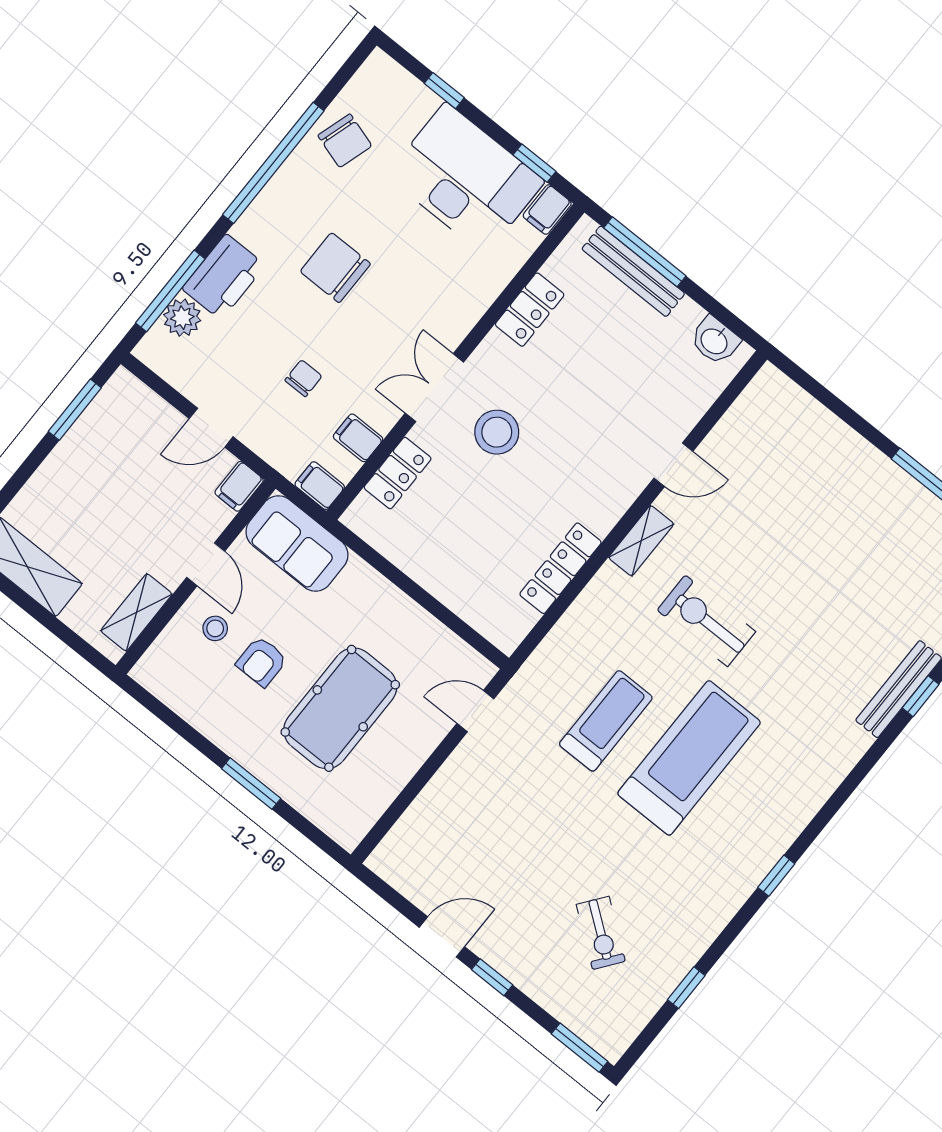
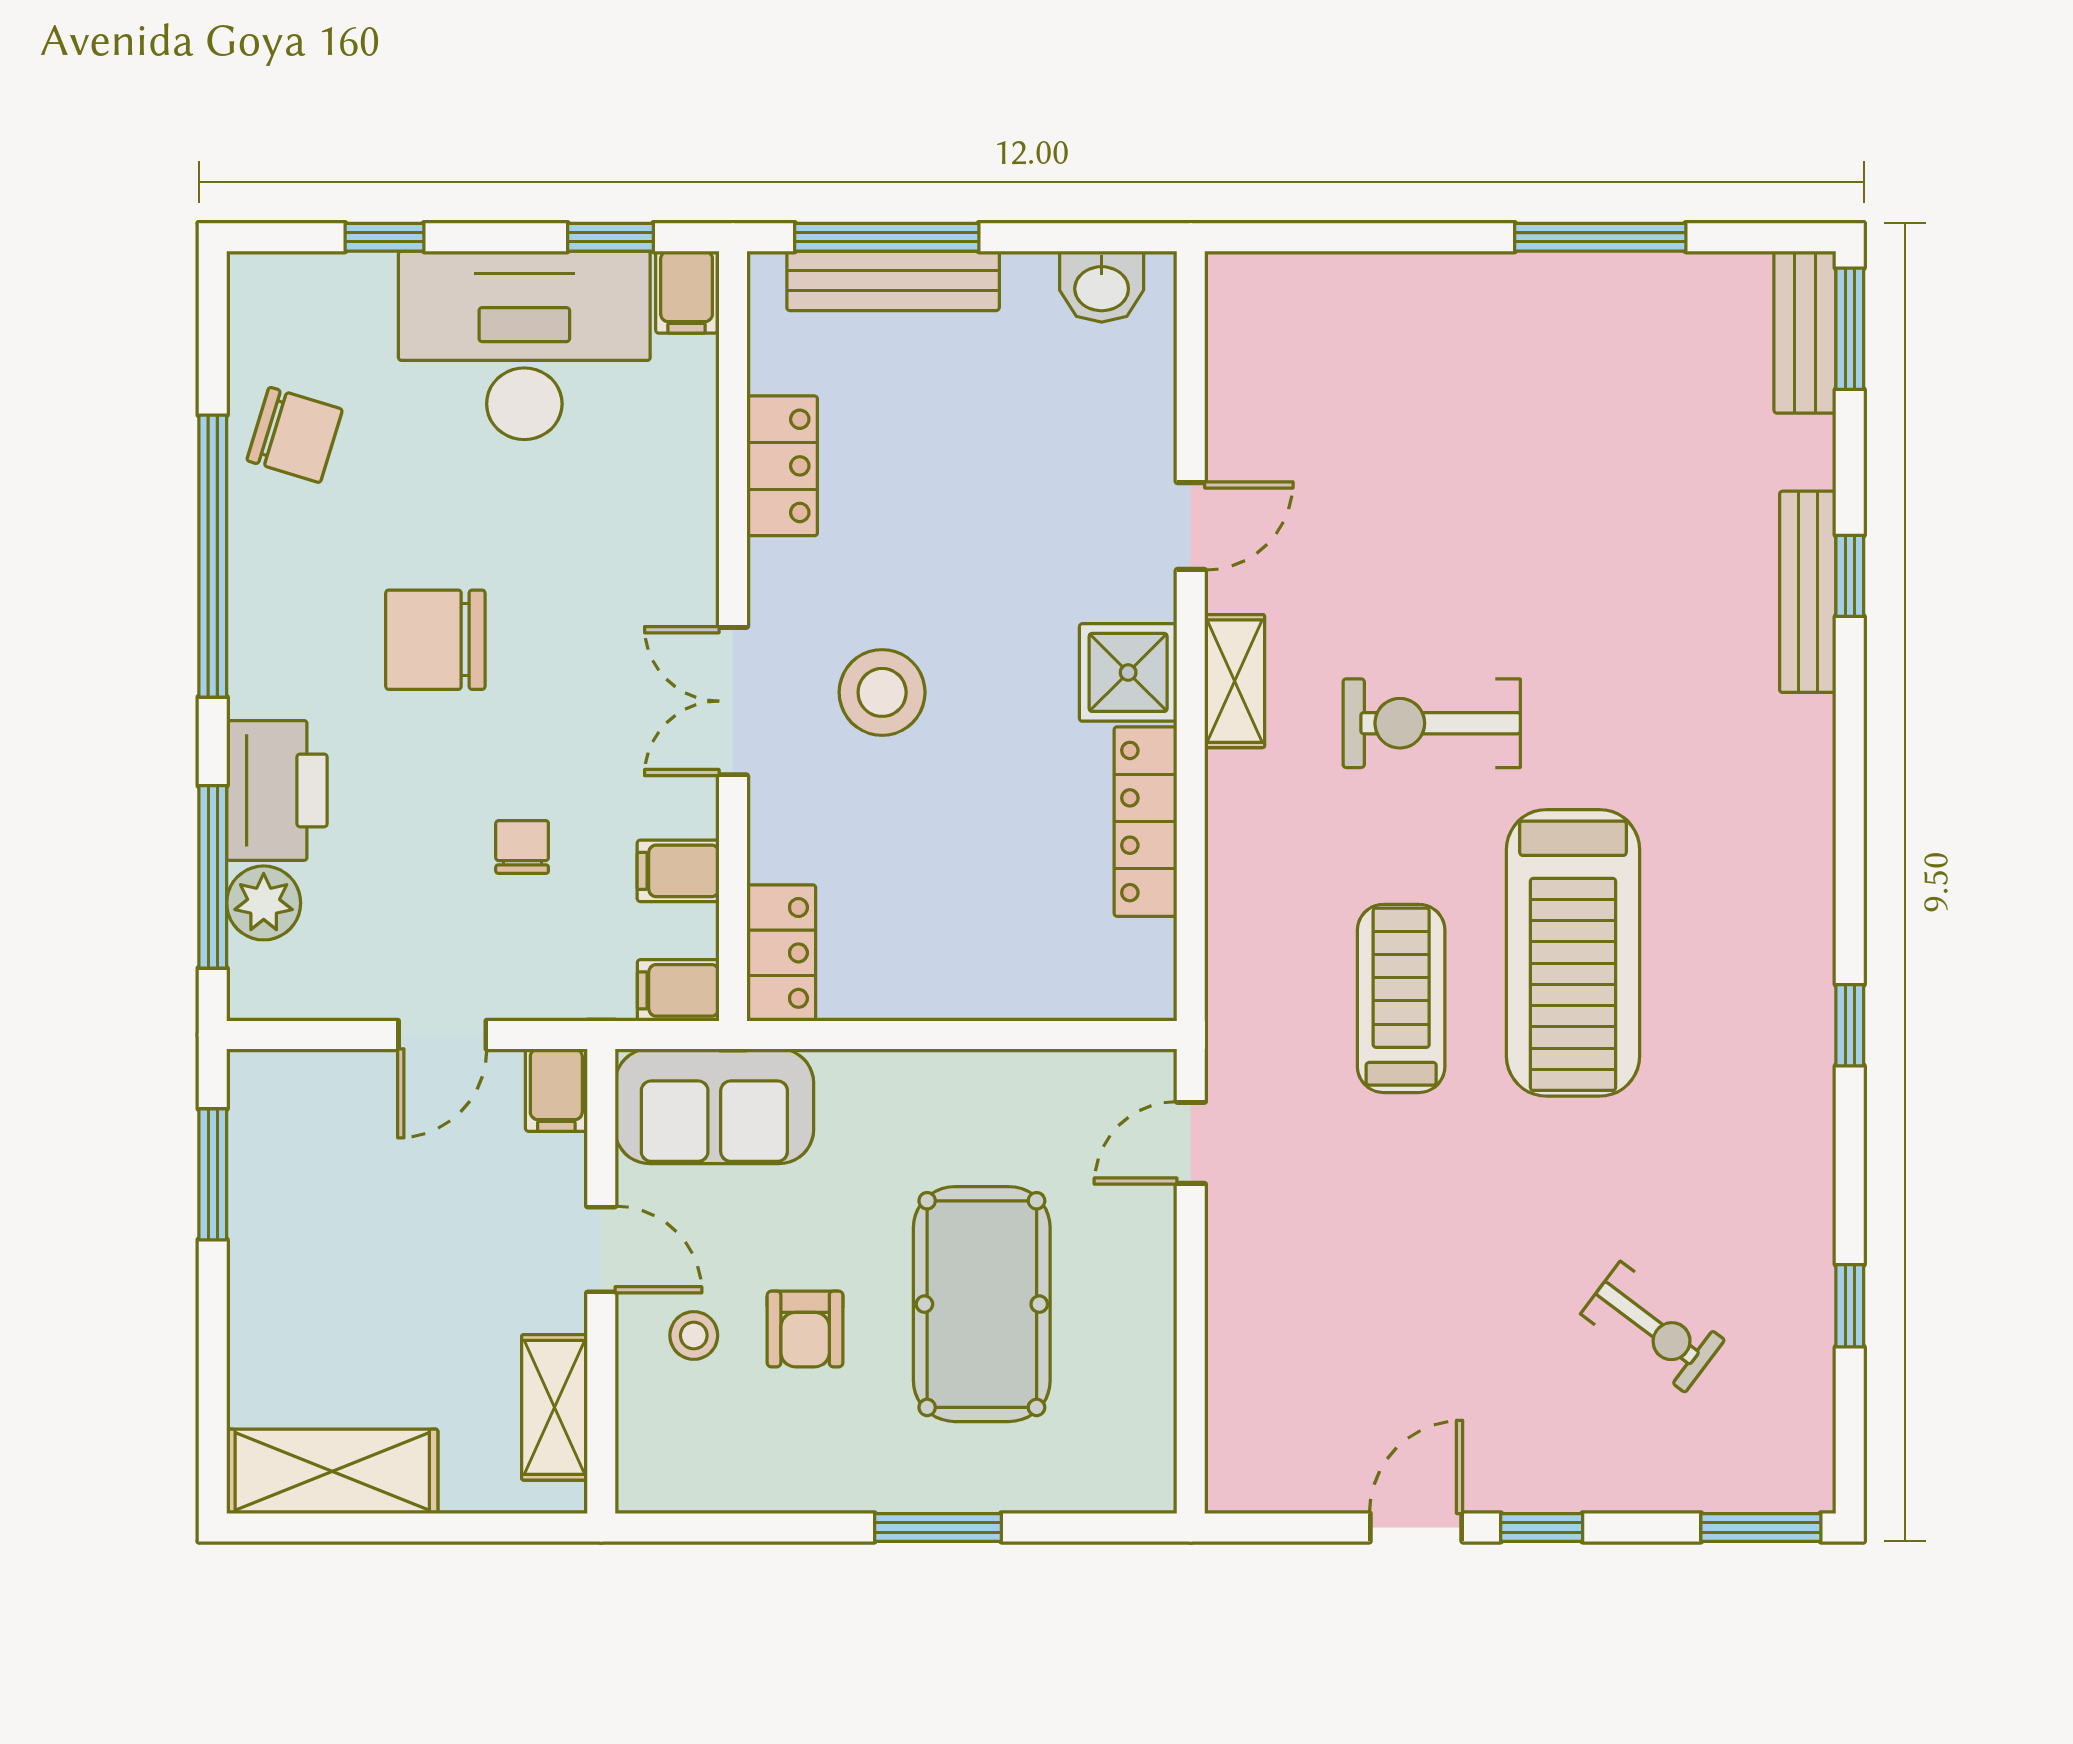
locker: (398, 473) -> (781, 953), moved
shower: (601, 503) -> (1128, 672), added
treadmill: (689, 758) -> (1573, 953), turned 180

